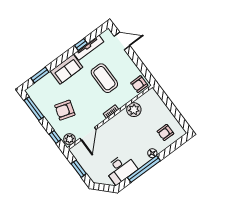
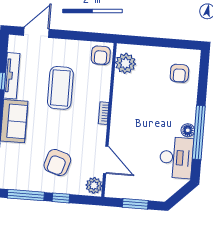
coffee table: (104, 78) -> (60, 88), turned 90
plant: (134, 110) -> (125, 63), moved
window: (55, 137) -> (61, 198), moved
floor lamp: (152, 153) -> (188, 130), moved

